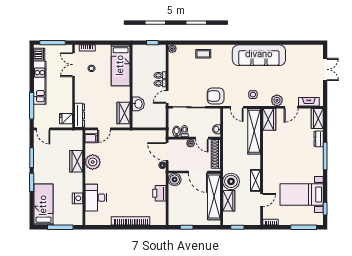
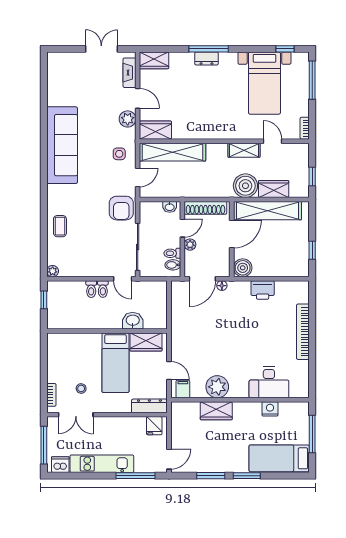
bed: (121, 65) -> (115, 363), moved, turned 90
double door: (325, 69) -> (101, 49), moved
dresser: (319, 139) -> (206, 58), moved

